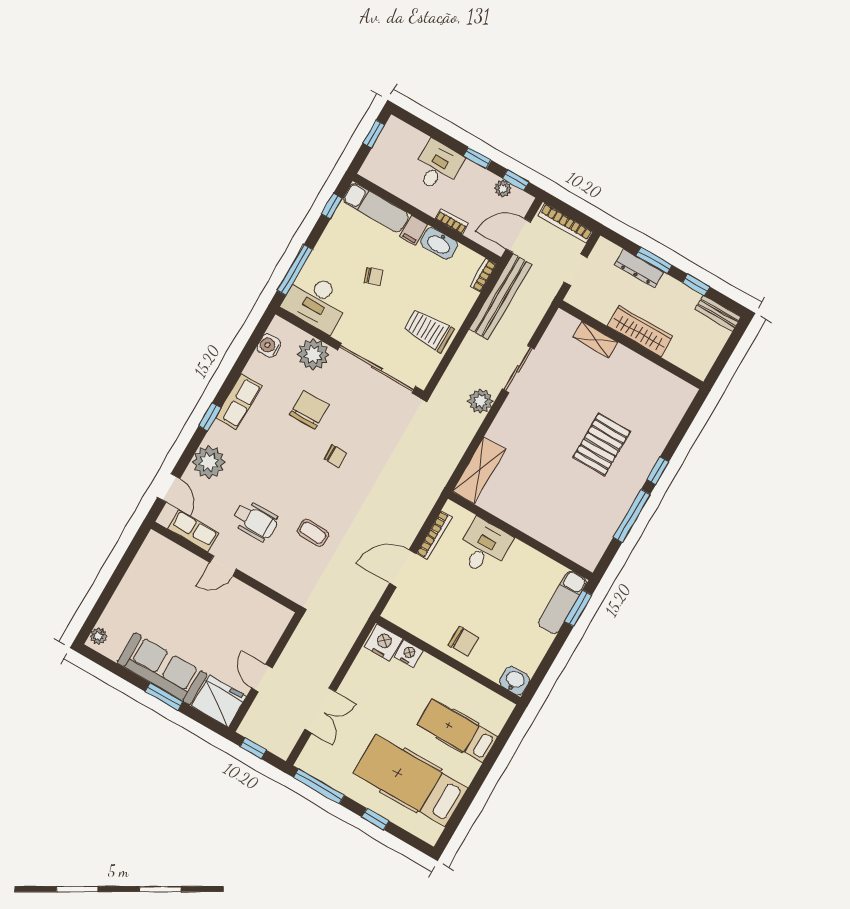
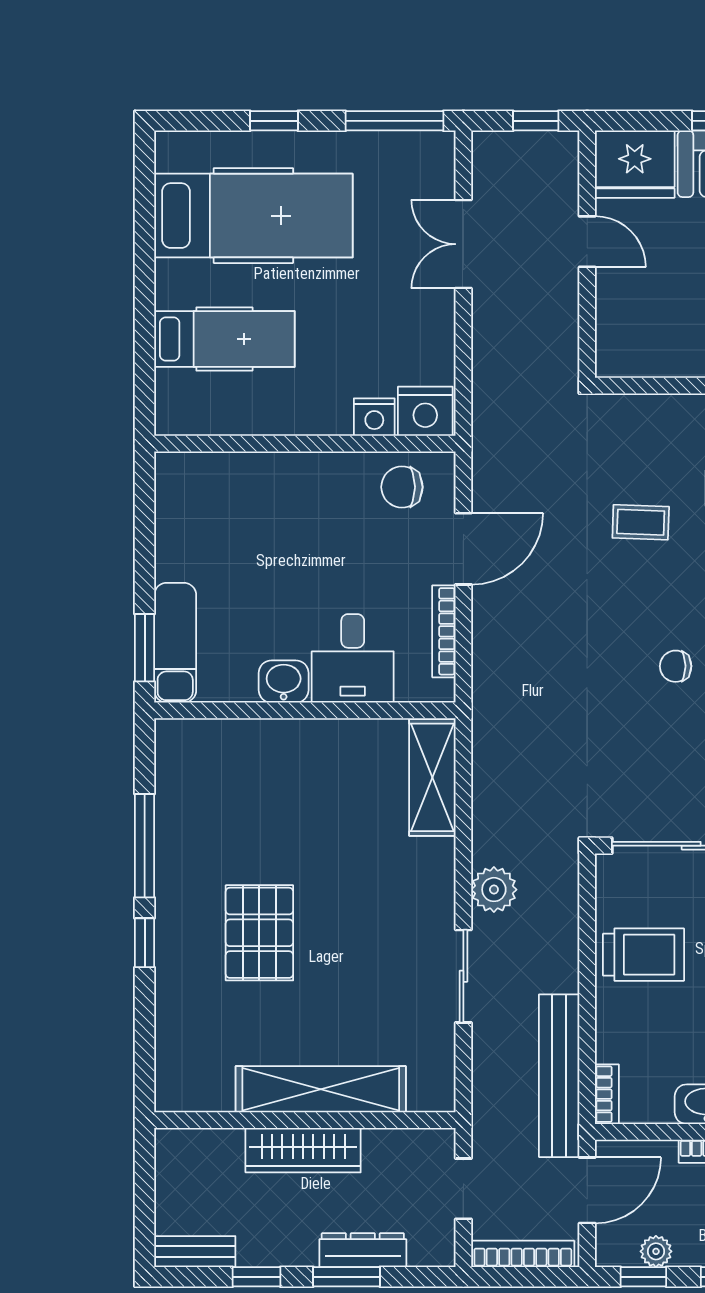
shelving: (595, 340) -> (321, 1089), width x2.20, depth x1.33
chair: (463, 641) -> (402, 487), moved
washbasin: (515, 681) -> (284, 682), moved, turned 180

